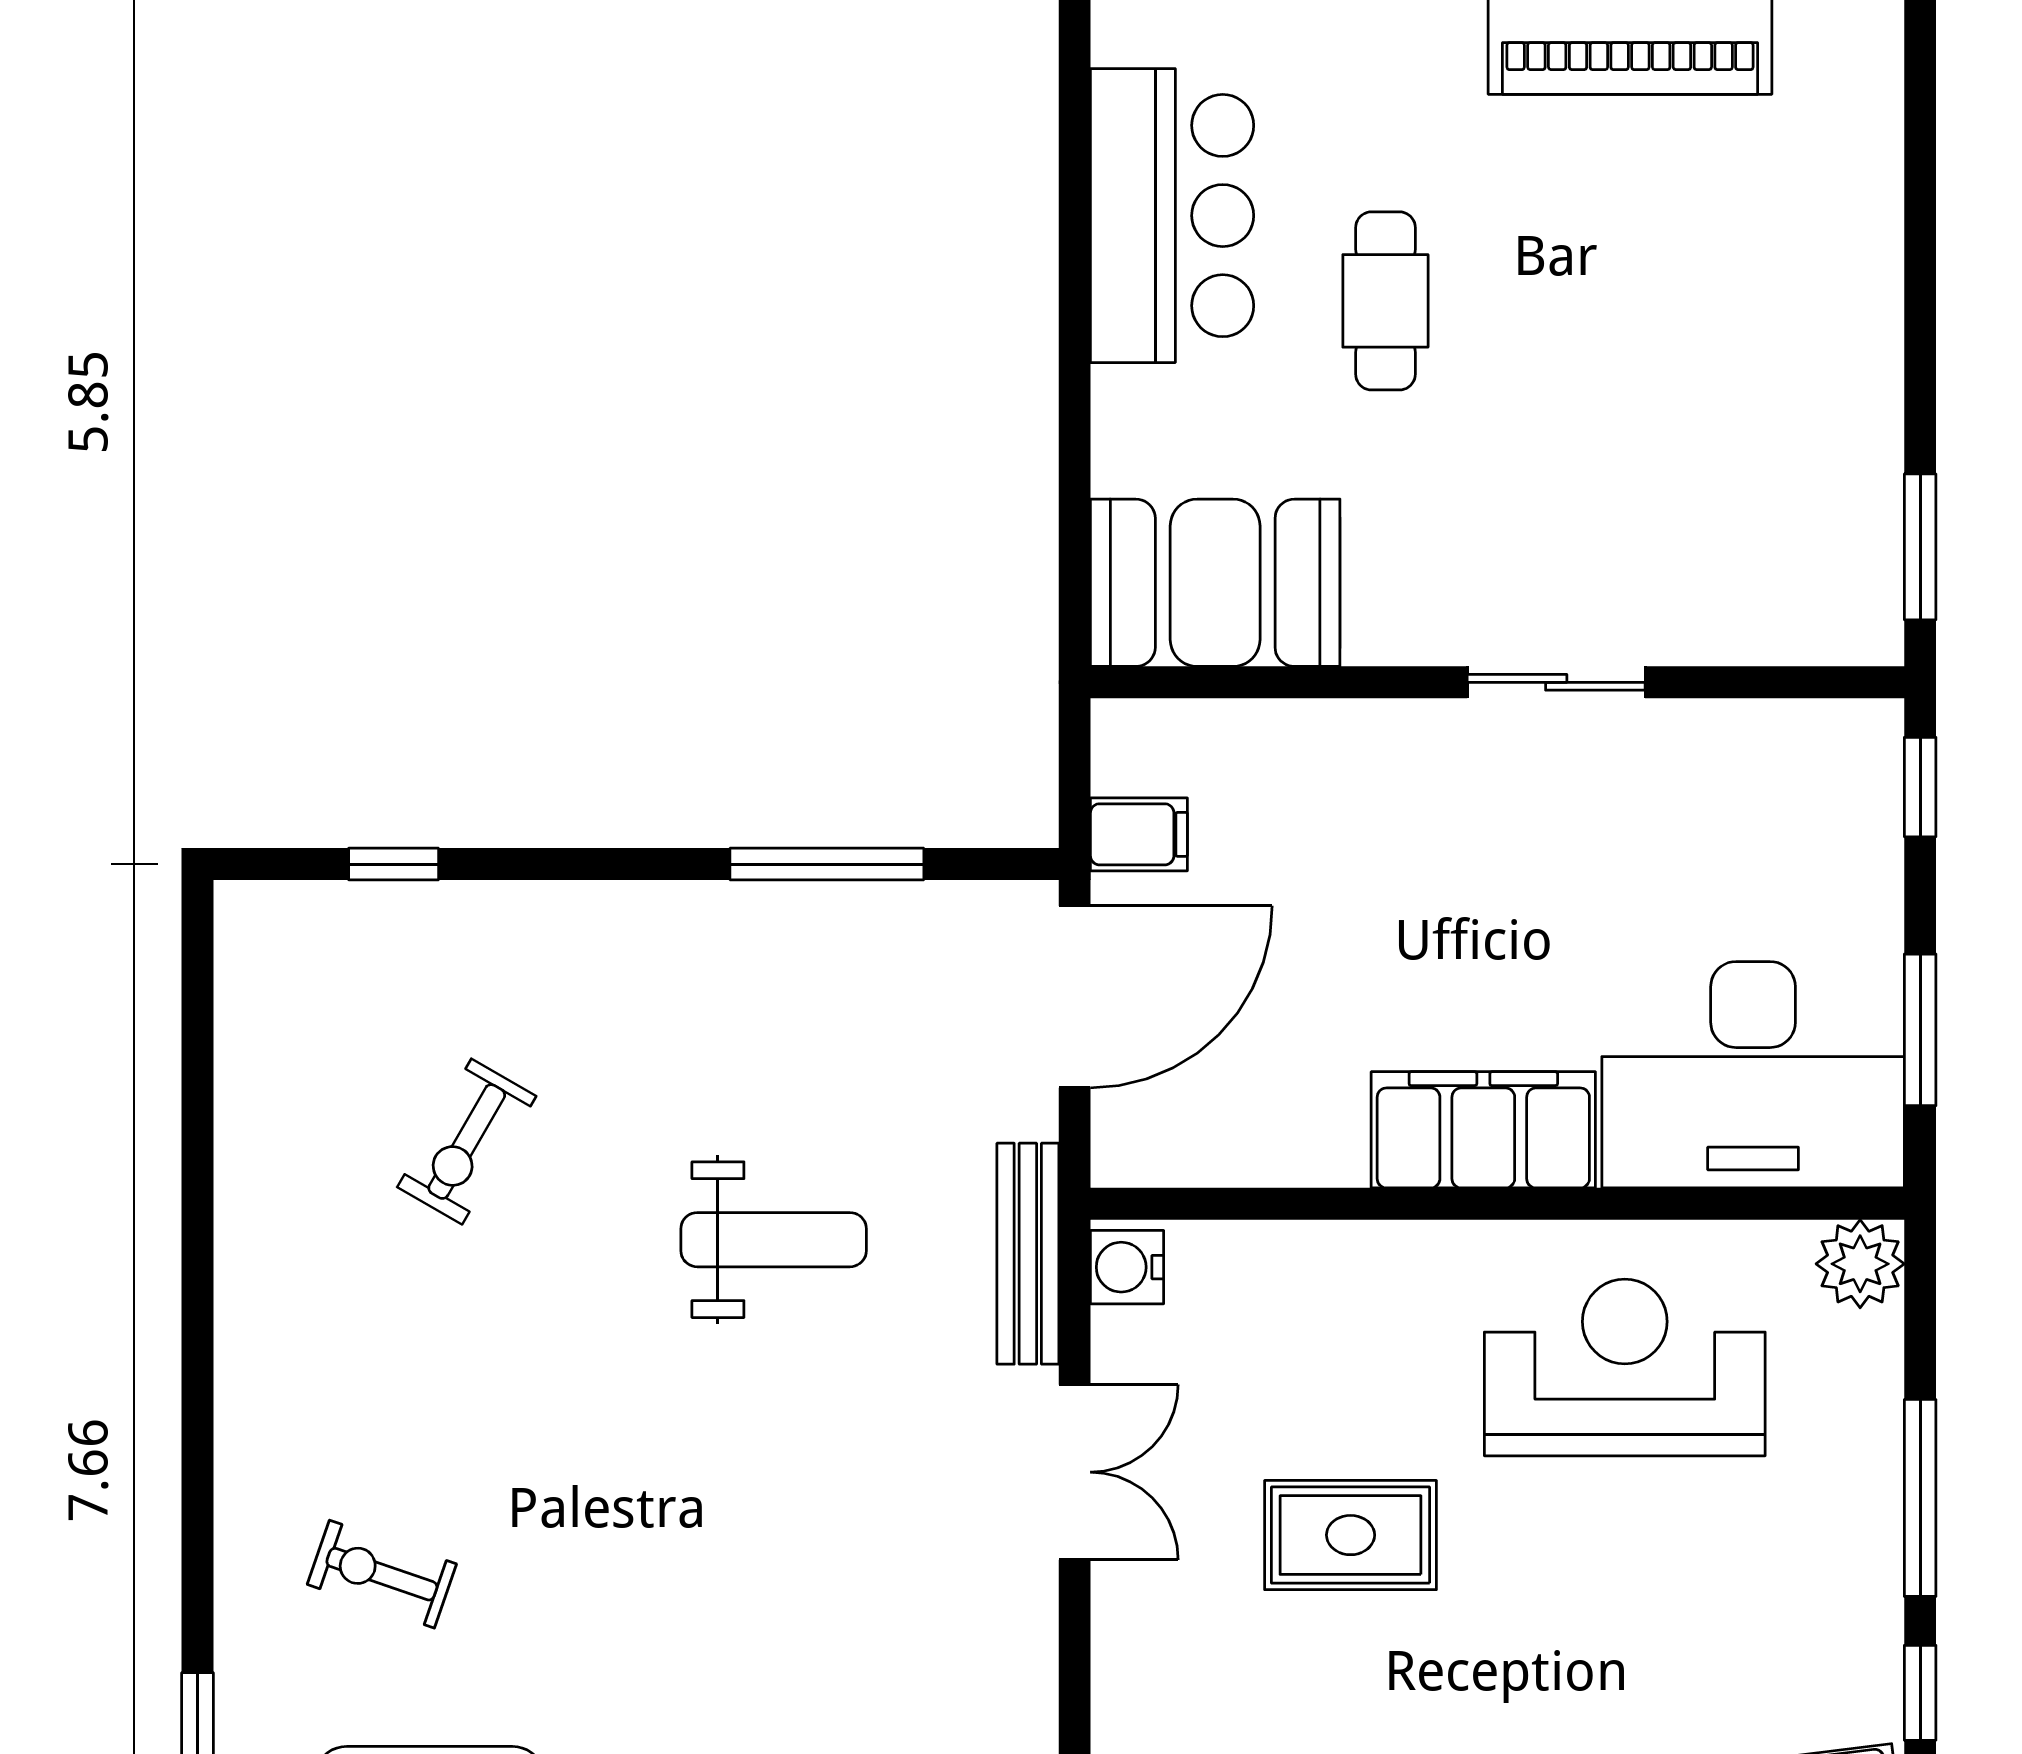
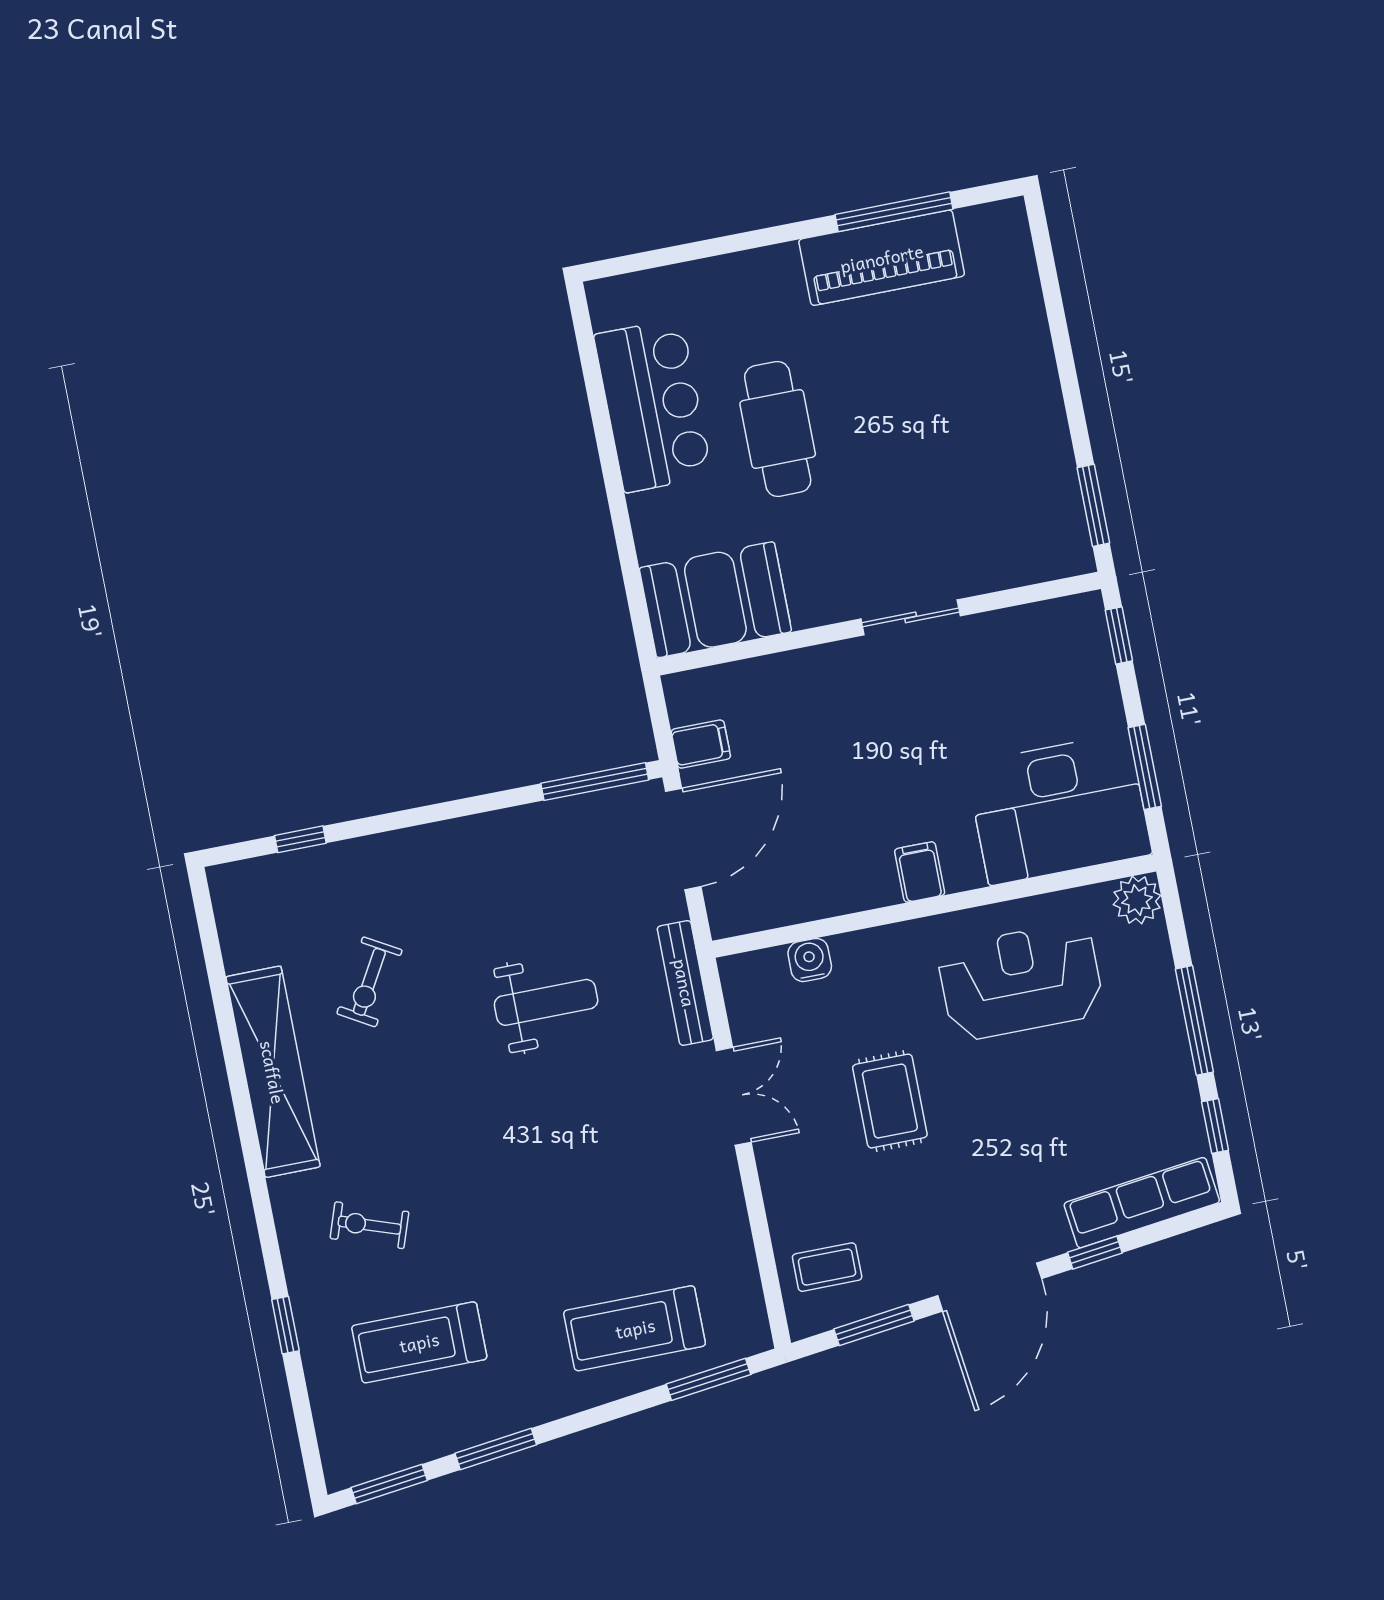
cafe table: (1385, 301) -> (778, 429), width x1.37, depth x1.35
window: (827, 864) -> (595, 782), moved
filing cabinet: (1483, 1130) -> (920, 872), width x0.33, depth x0.86
water cooler: (1127, 1267) -> (810, 960), moved, turned 90
shelving: (264, 1268) -> (273, 1072), added
rug: (1351, 1535) -> (890, 1101), turned 90

